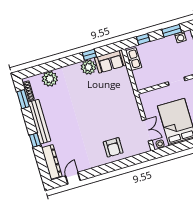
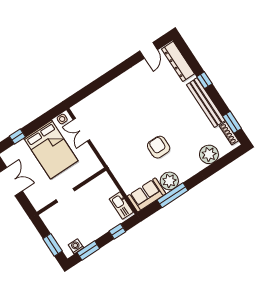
window: (89, 55) -> (173, 195), width x2.17
armchair: (113, 147) -> (159, 147), moved

